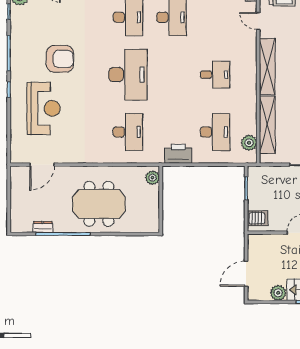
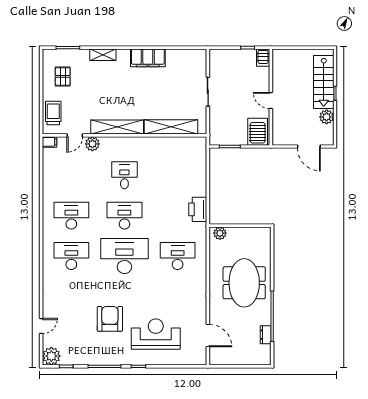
desk: (215, 132) -> (124, 216), moved
plant: (249, 143) -> (92, 144), moved
server rack: (258, 218) -> (258, 132), width x1.36, depth x1.44

